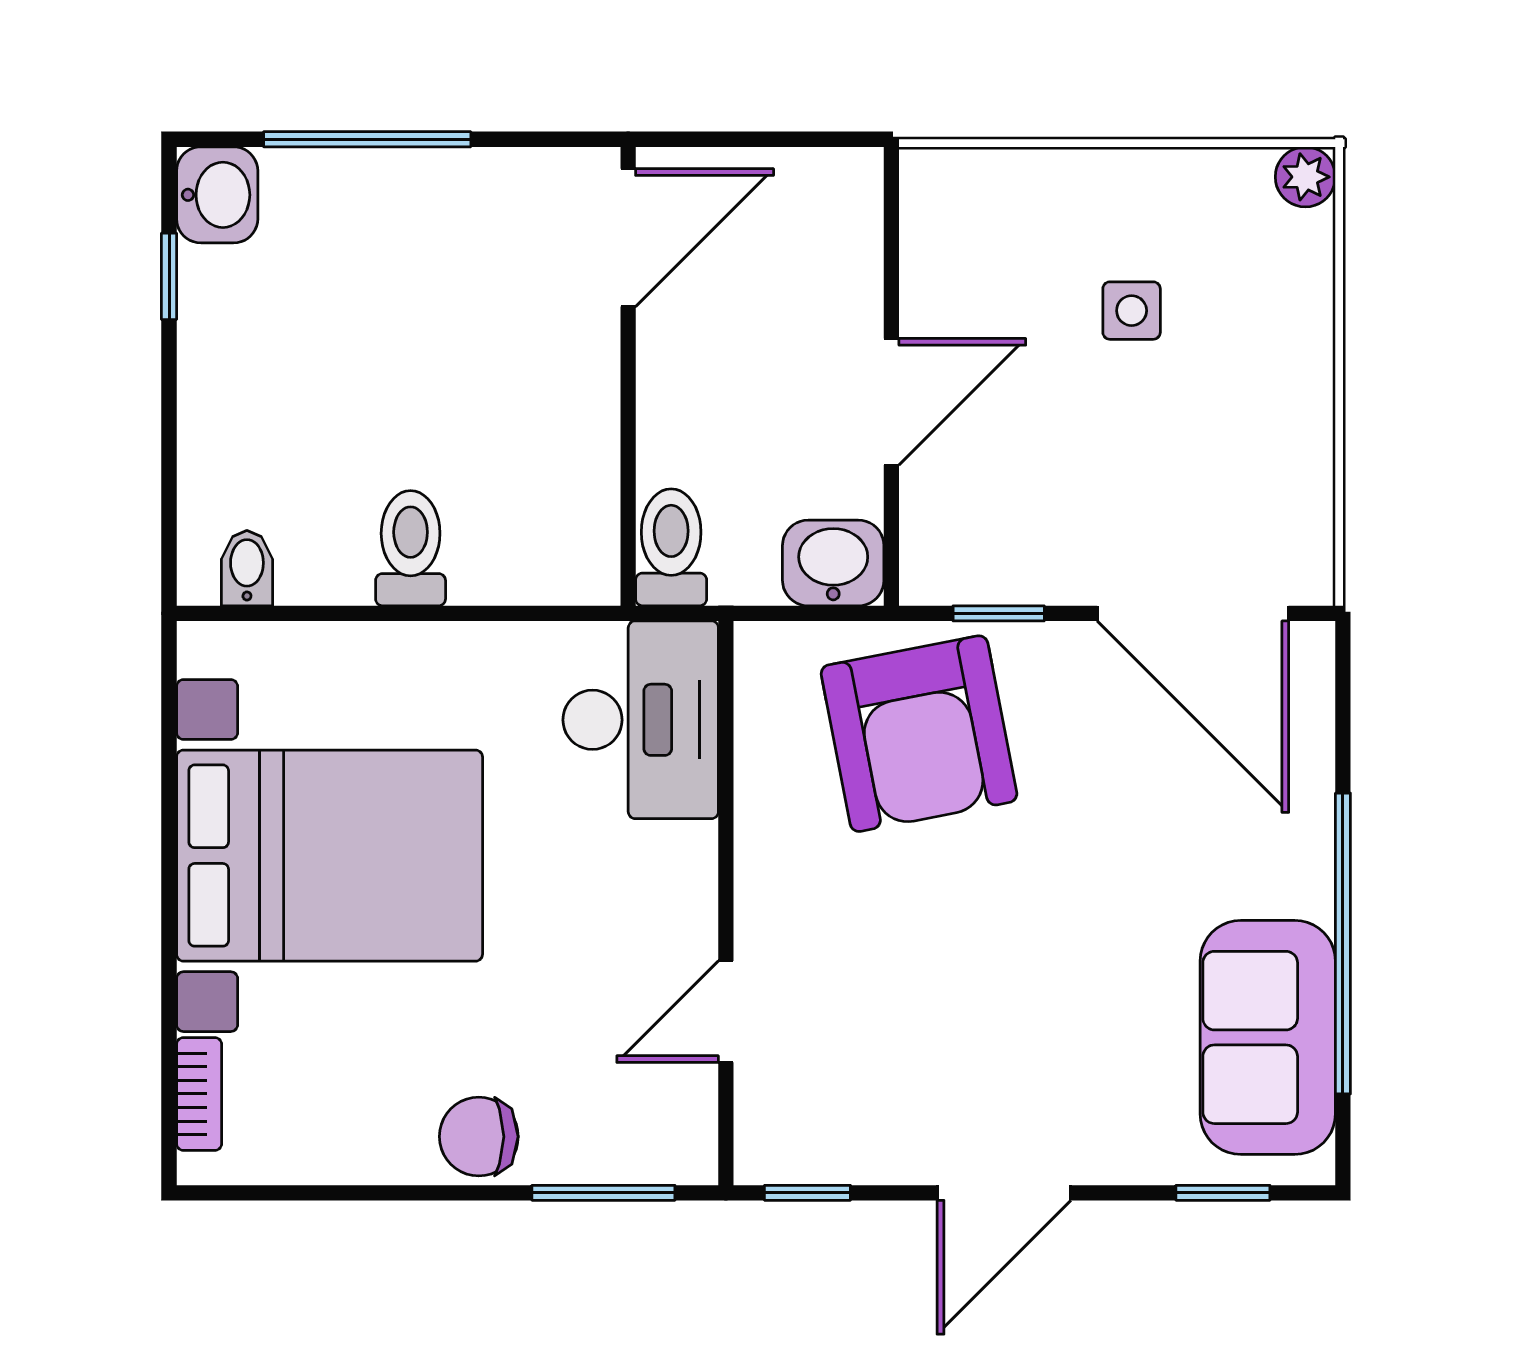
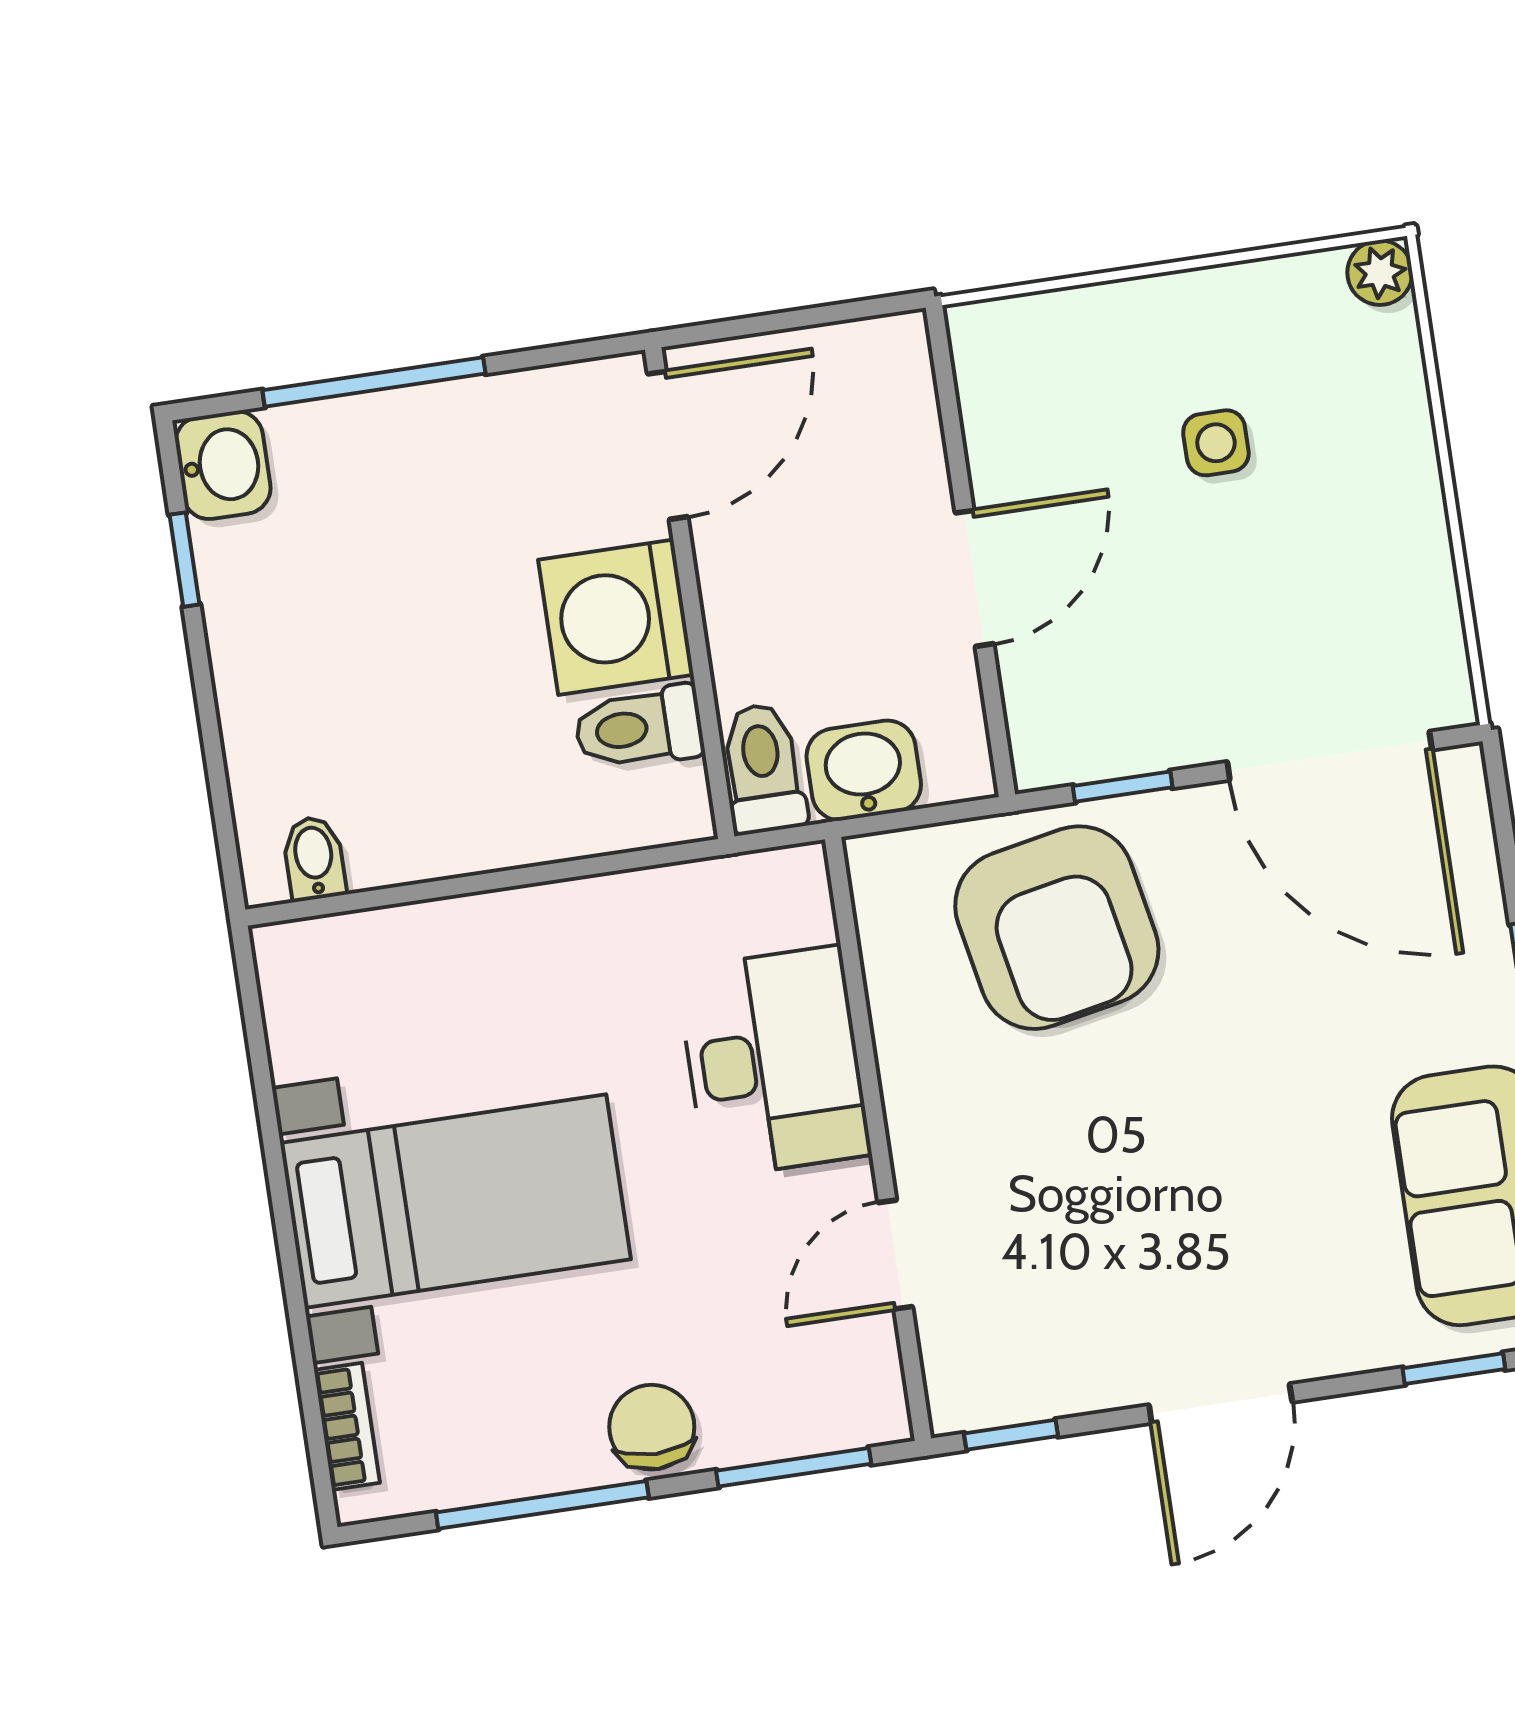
washing machine: (557, 388) -> (616, 617), added
toilet: (411, 548) -> (639, 728), moved, turned -90
washbasin: (833, 563) -> (864, 770), moved
desk: (641, 720) -> (774, 1062), moved
bed with nightstands: (330, 856) -> (455, 1201), width x0.73
chair: (479, 1137) -> (652, 1427), turned 90
window: (368, 1193) -> (542, 1505), added

